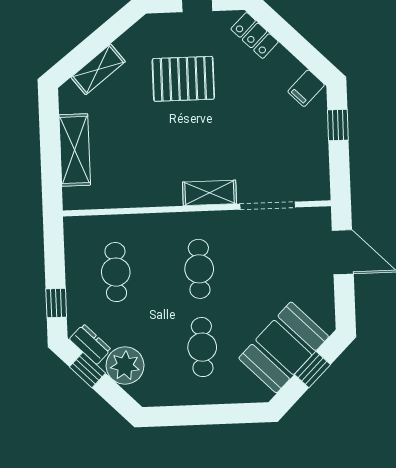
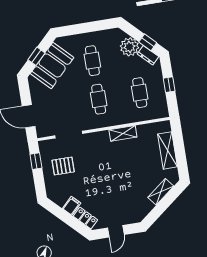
pallet: (183, 79) -> (63, 166), moved, width x0.67, depth x0.71
filing cabinet: (306, 88) -> (72, 206), moved
window: (338, 125) -> (36, 161), moved
shelving: (209, 193) -> (123, 133), moved
window: (56, 303) -> (169, 85), moved

